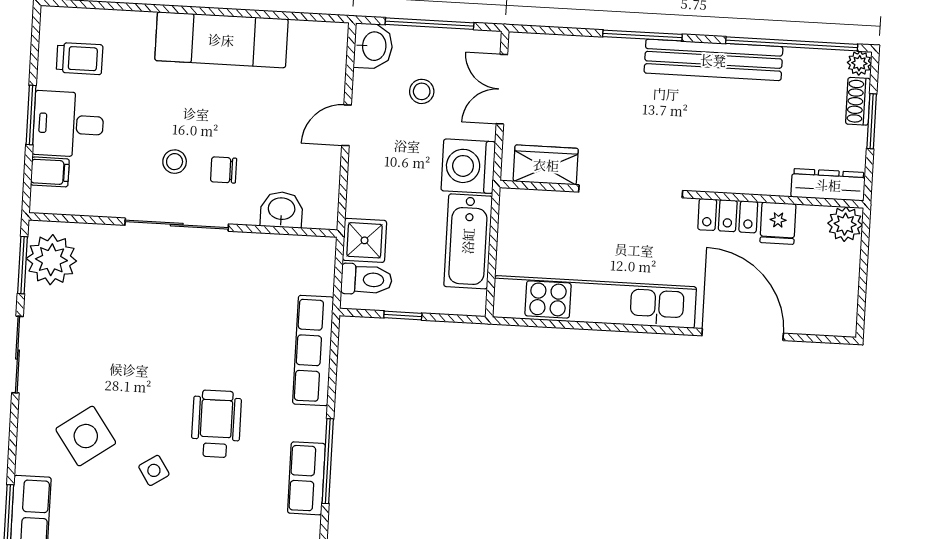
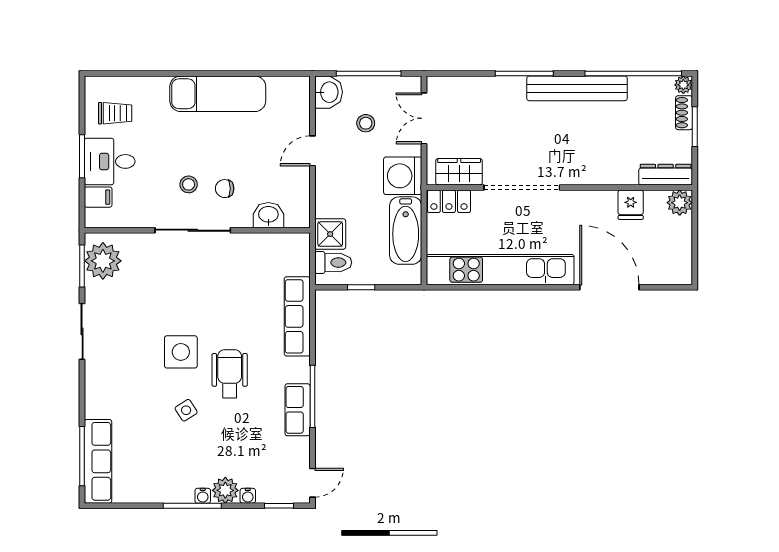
locker: (728, 216) -> (449, 201), moved
side table: (86, 436) -> (181, 352), moved, turned 35

